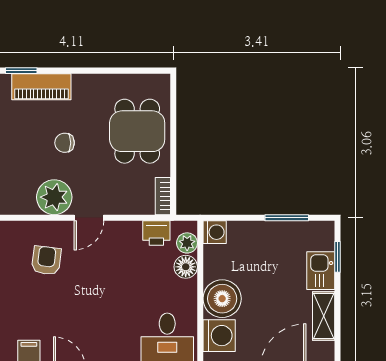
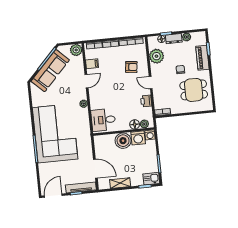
dining table: (137, 131) -> (194, 90), moved
plant: (54, 197) -> (156, 56), moved
printer: (156, 233) -> (146, 101), moved
kitchen sink: (321, 271) -> (151, 179), moved
washing machine: (219, 336) -> (138, 138), moved

